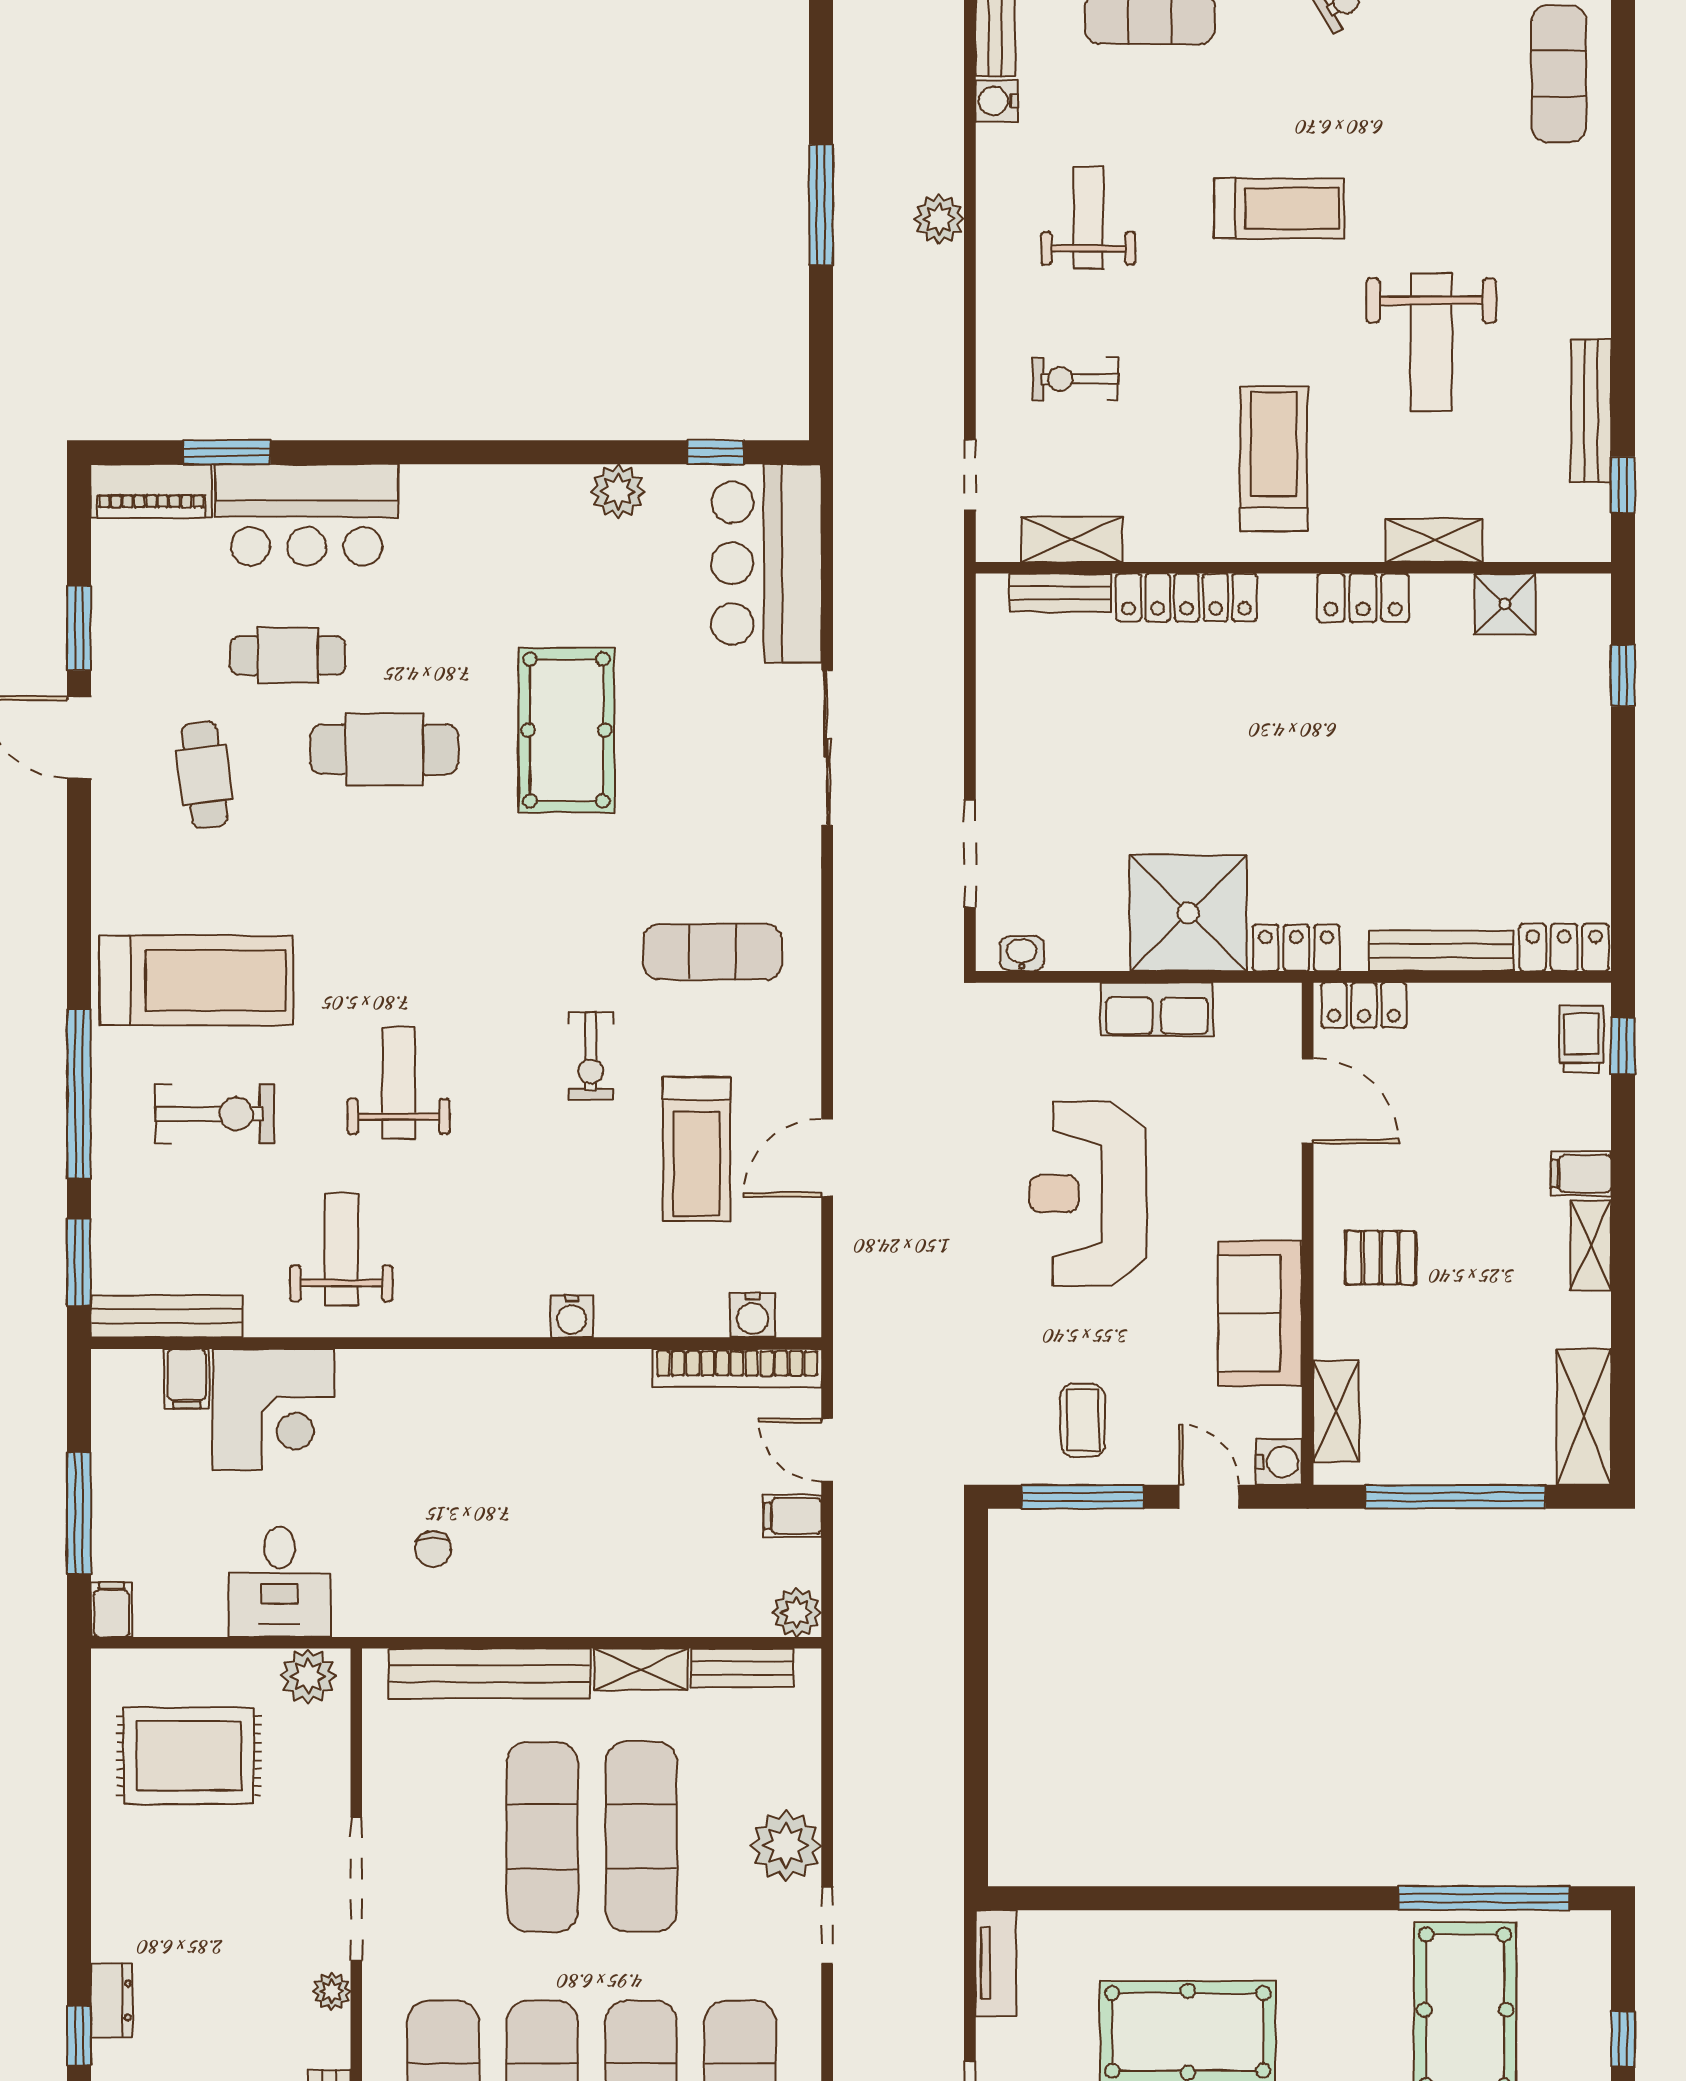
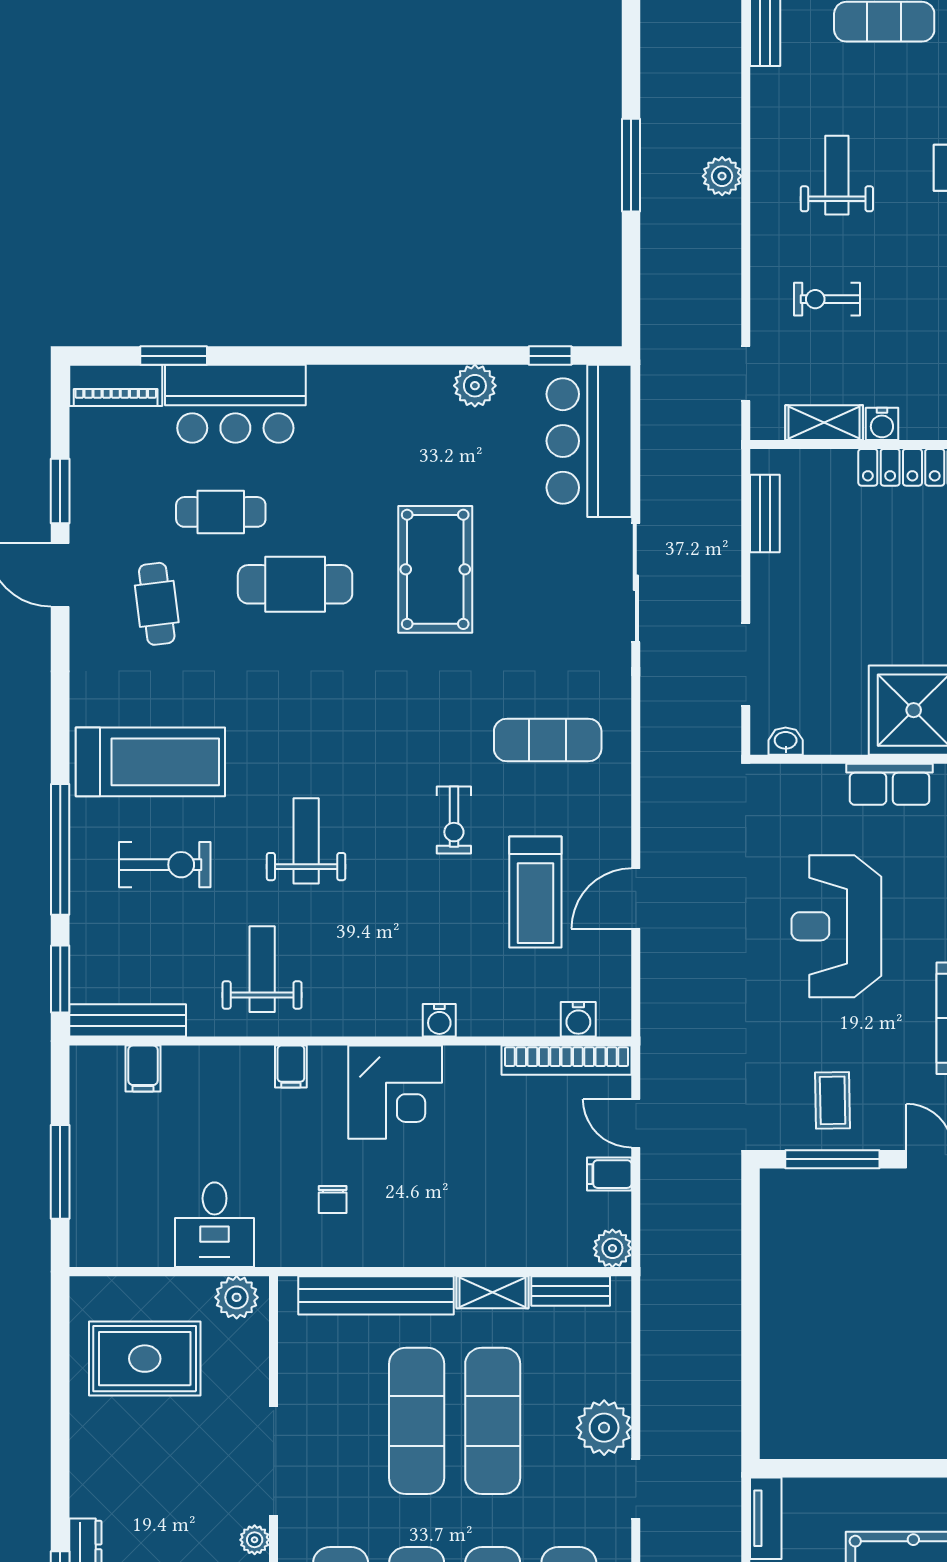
water cooler: (997, 101) -> (882, 424), moved, turned -90
bench: (1060, 593) -> (765, 513), moved, turned 90
corner desk: (274, 1410) -> (395, 1092), moved
filing cabinet: (111, 1610) -> (291, 1067), moved, turned 180

